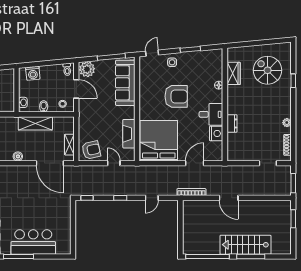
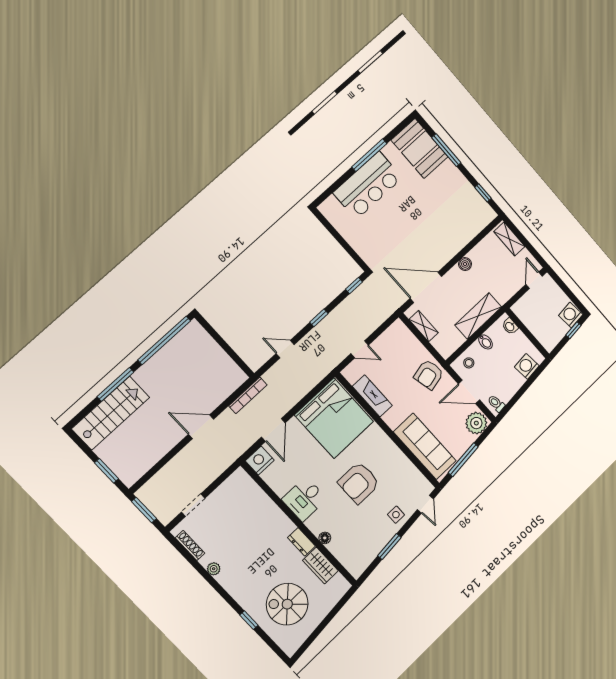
spiral stairs: (268, 70) -> (287, 604), turned 180
dresser: (232, 123) -> (301, 542), moved
nightstand: (216, 133) -> (260, 461), moved, turned 90
armchair: (91, 150) -> (429, 375), moved
door: (152, 198) -> (285, 349), hinge flipped
stairs: (245, 245) -> (111, 413), moved

